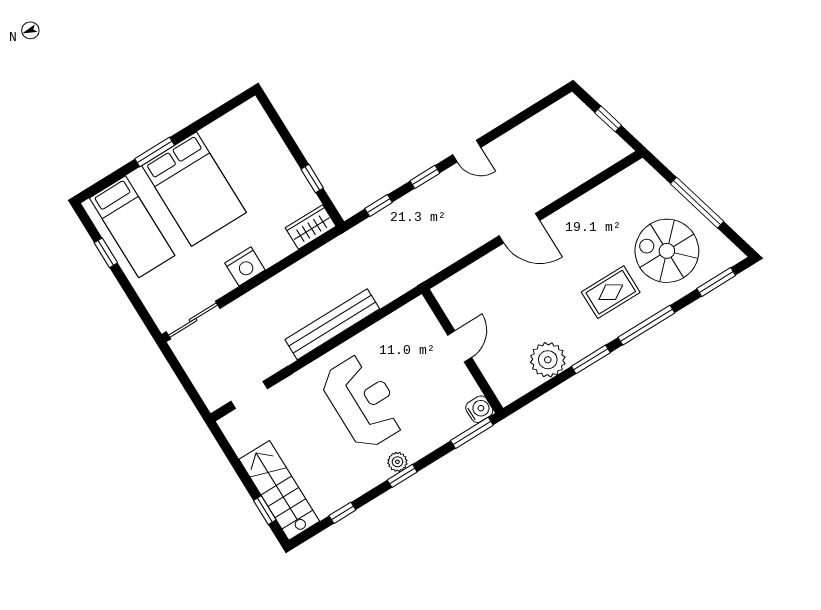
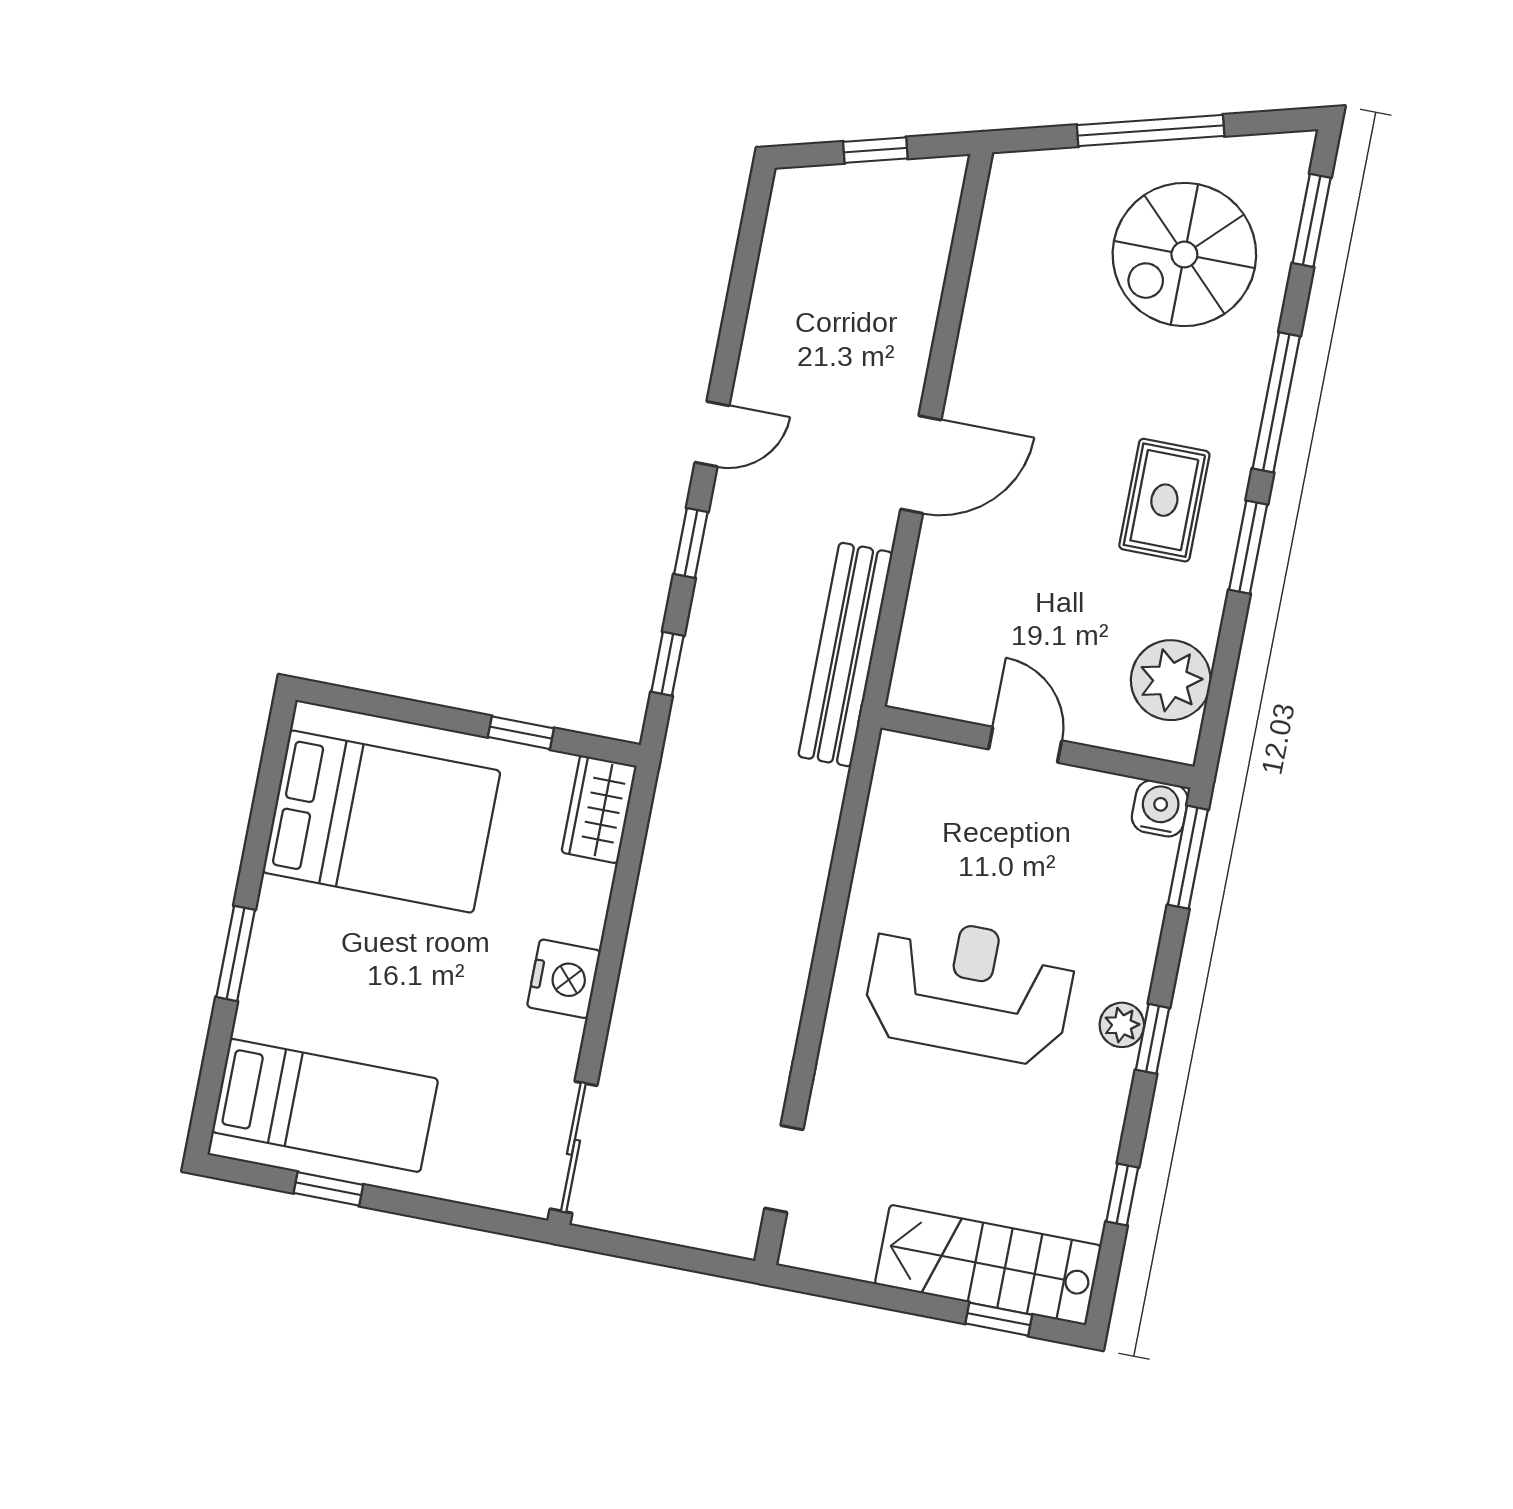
bed: (194, 189) -> (381, 822), moved
rug: (611, 292) -> (1164, 500), moved
bench: (332, 324) -> (845, 655), moved
plant: (548, 360) -> (1171, 680), moved

